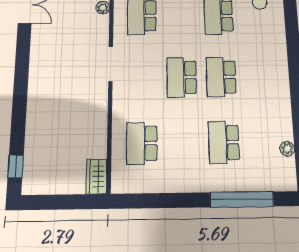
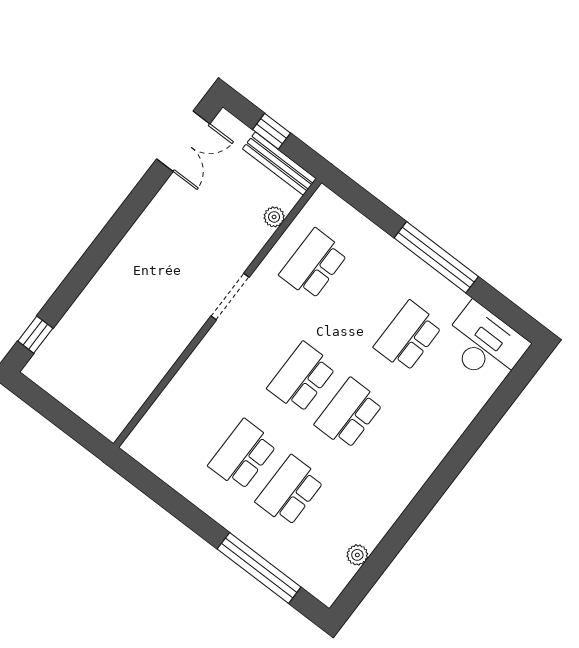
school desk: (142, 143) -> (243, 455), moved
wardrobe: (97, 176) -> (117, 416), removed

